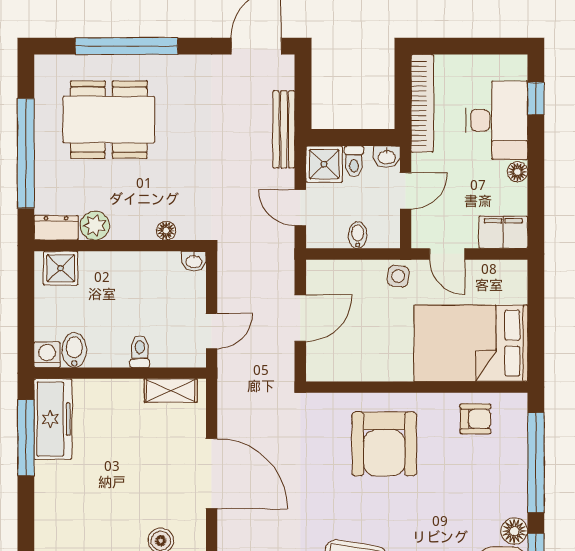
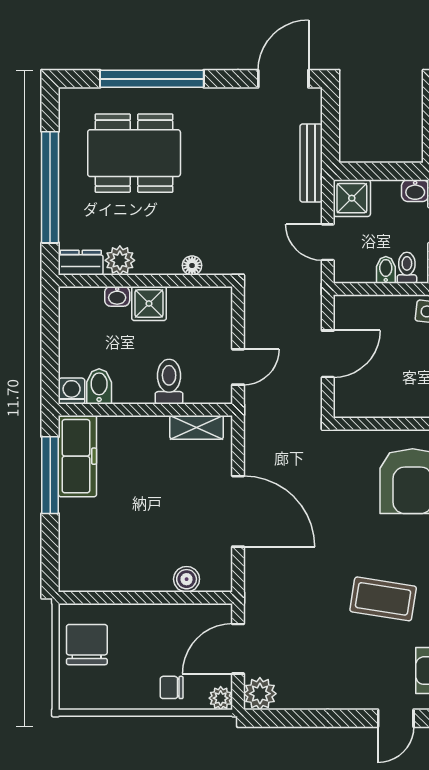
toilet: (354, 161) -> (407, 268), moved, turned 180
washbasin: (194, 261) -> (117, 296), moved
shower: (61, 268) -> (149, 304), moved
toilet: (140, 352) -> (169, 382), width x1.37, depth x1.39

